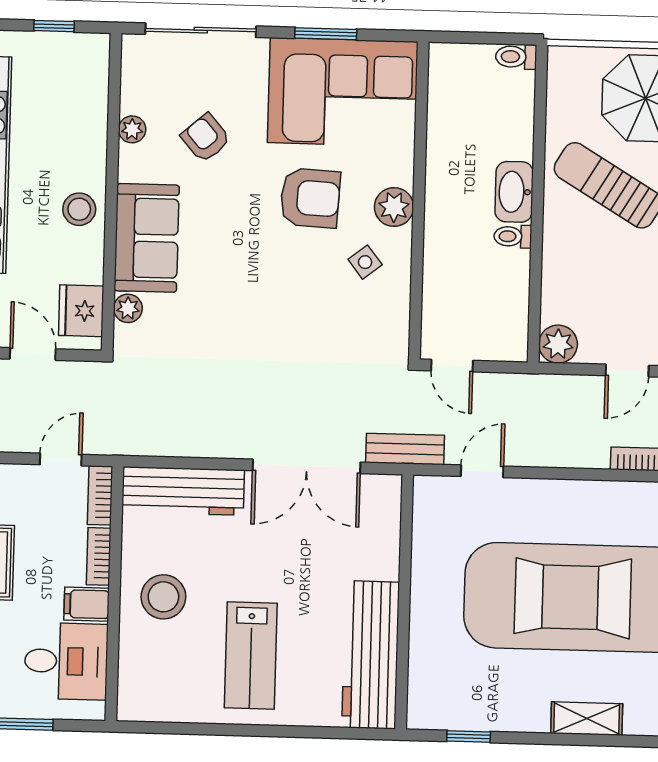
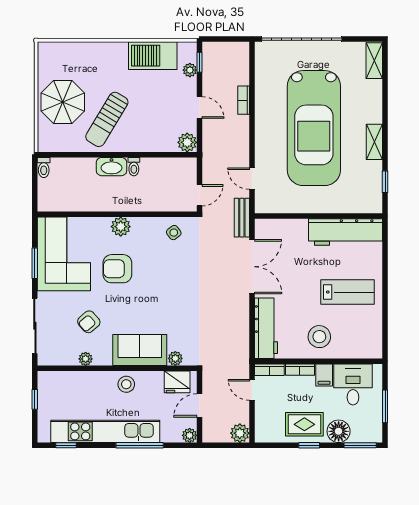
armchair: (310, 198) -> (117, 269), turned -93
side table: (365, 262) -> (174, 233), moved
shelving: (587, 719) -> (374, 142), moved

